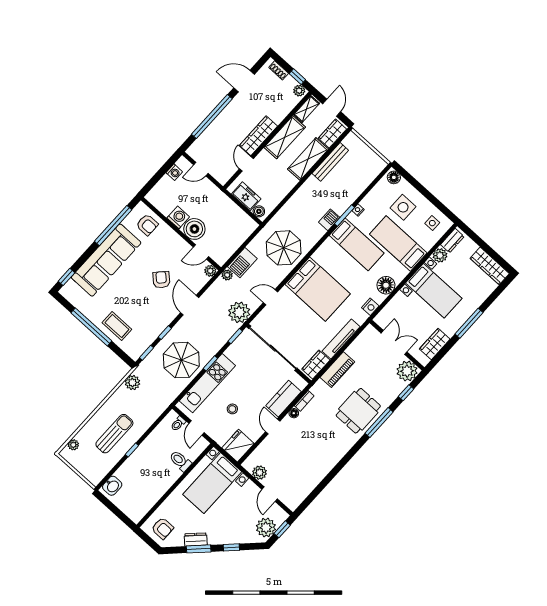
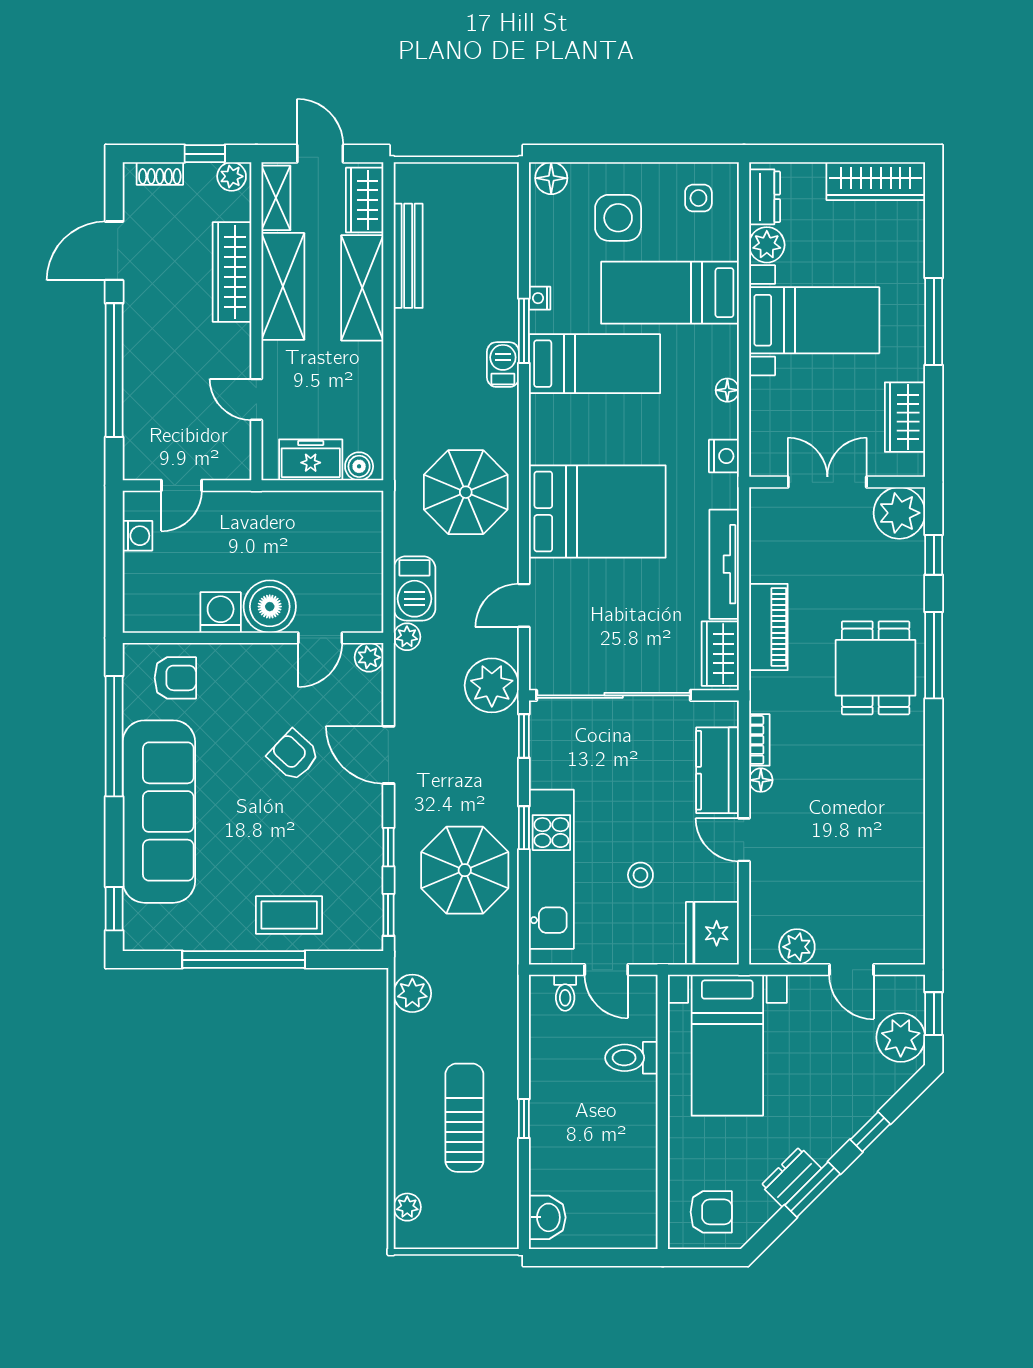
wardrobe: (258, 136) -> (232, 272), moved
floor lamp: (386, 285) -> (727, 390), width x0.53, depth x0.53

